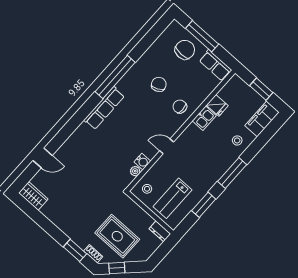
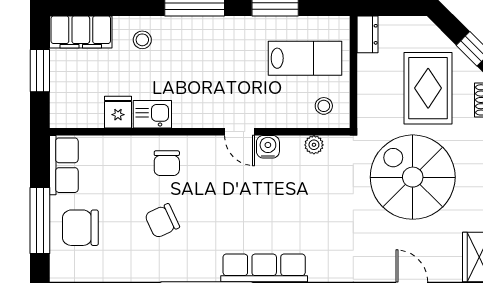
water cooler: (142, 162) -> (268, 147), moved
spiral stairs: (88, 199) -> (413, 177), added

